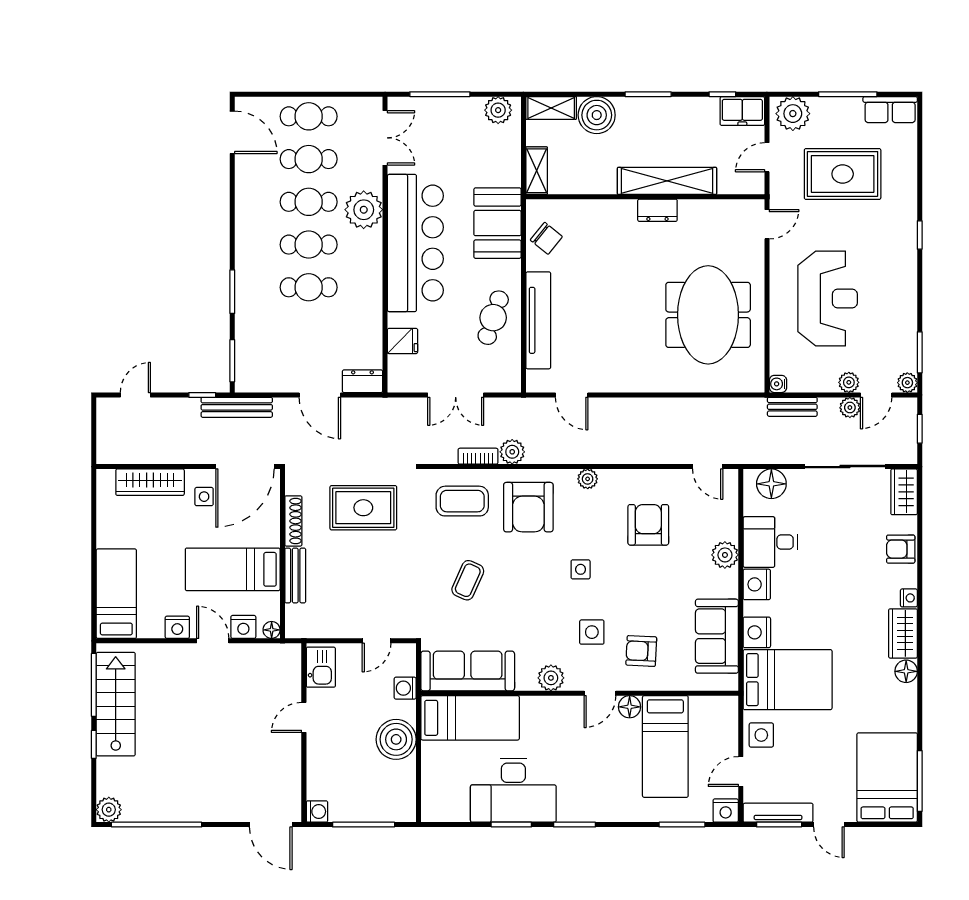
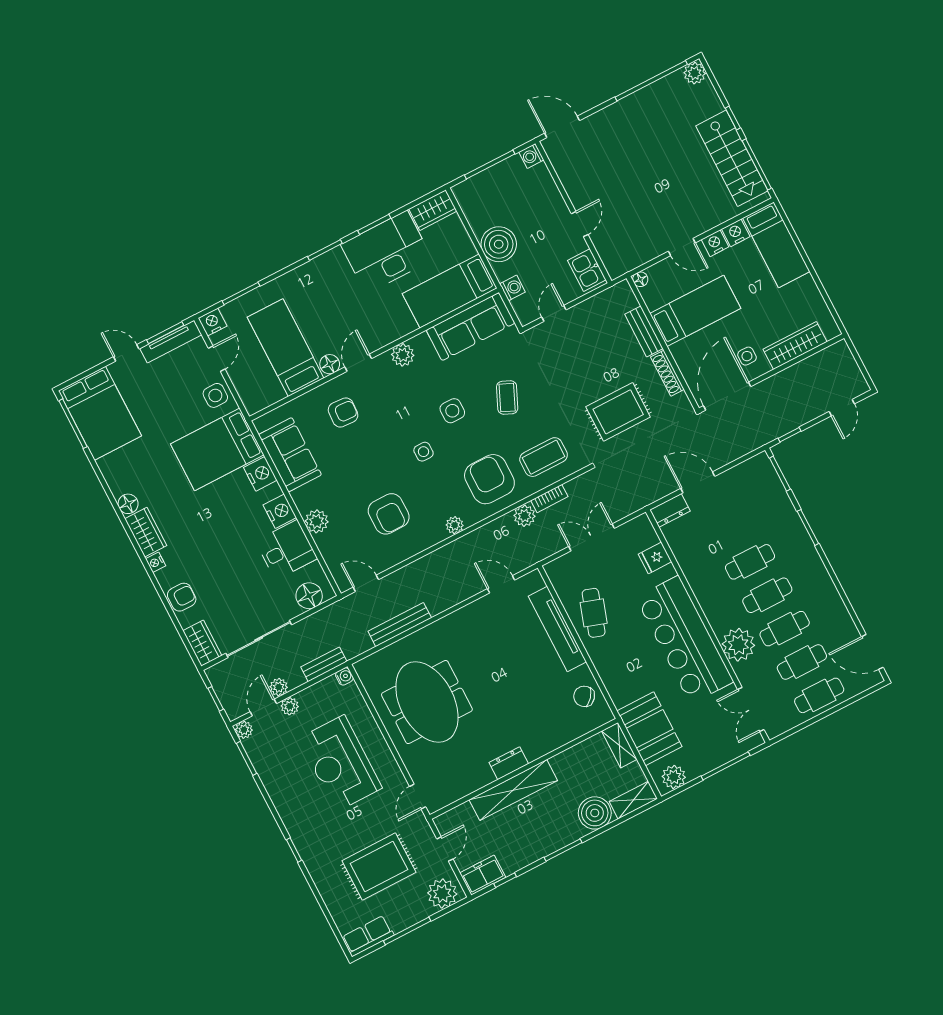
booth: (497, 223) -> (649, 729), moved
bench: (237, 407) -> (400, 625), moved
nightstand: (243, 627) -> (736, 233), moved
side table: (592, 632) -> (452, 411), moved
wardrobe: (445, 808) -> (433, 210), added

